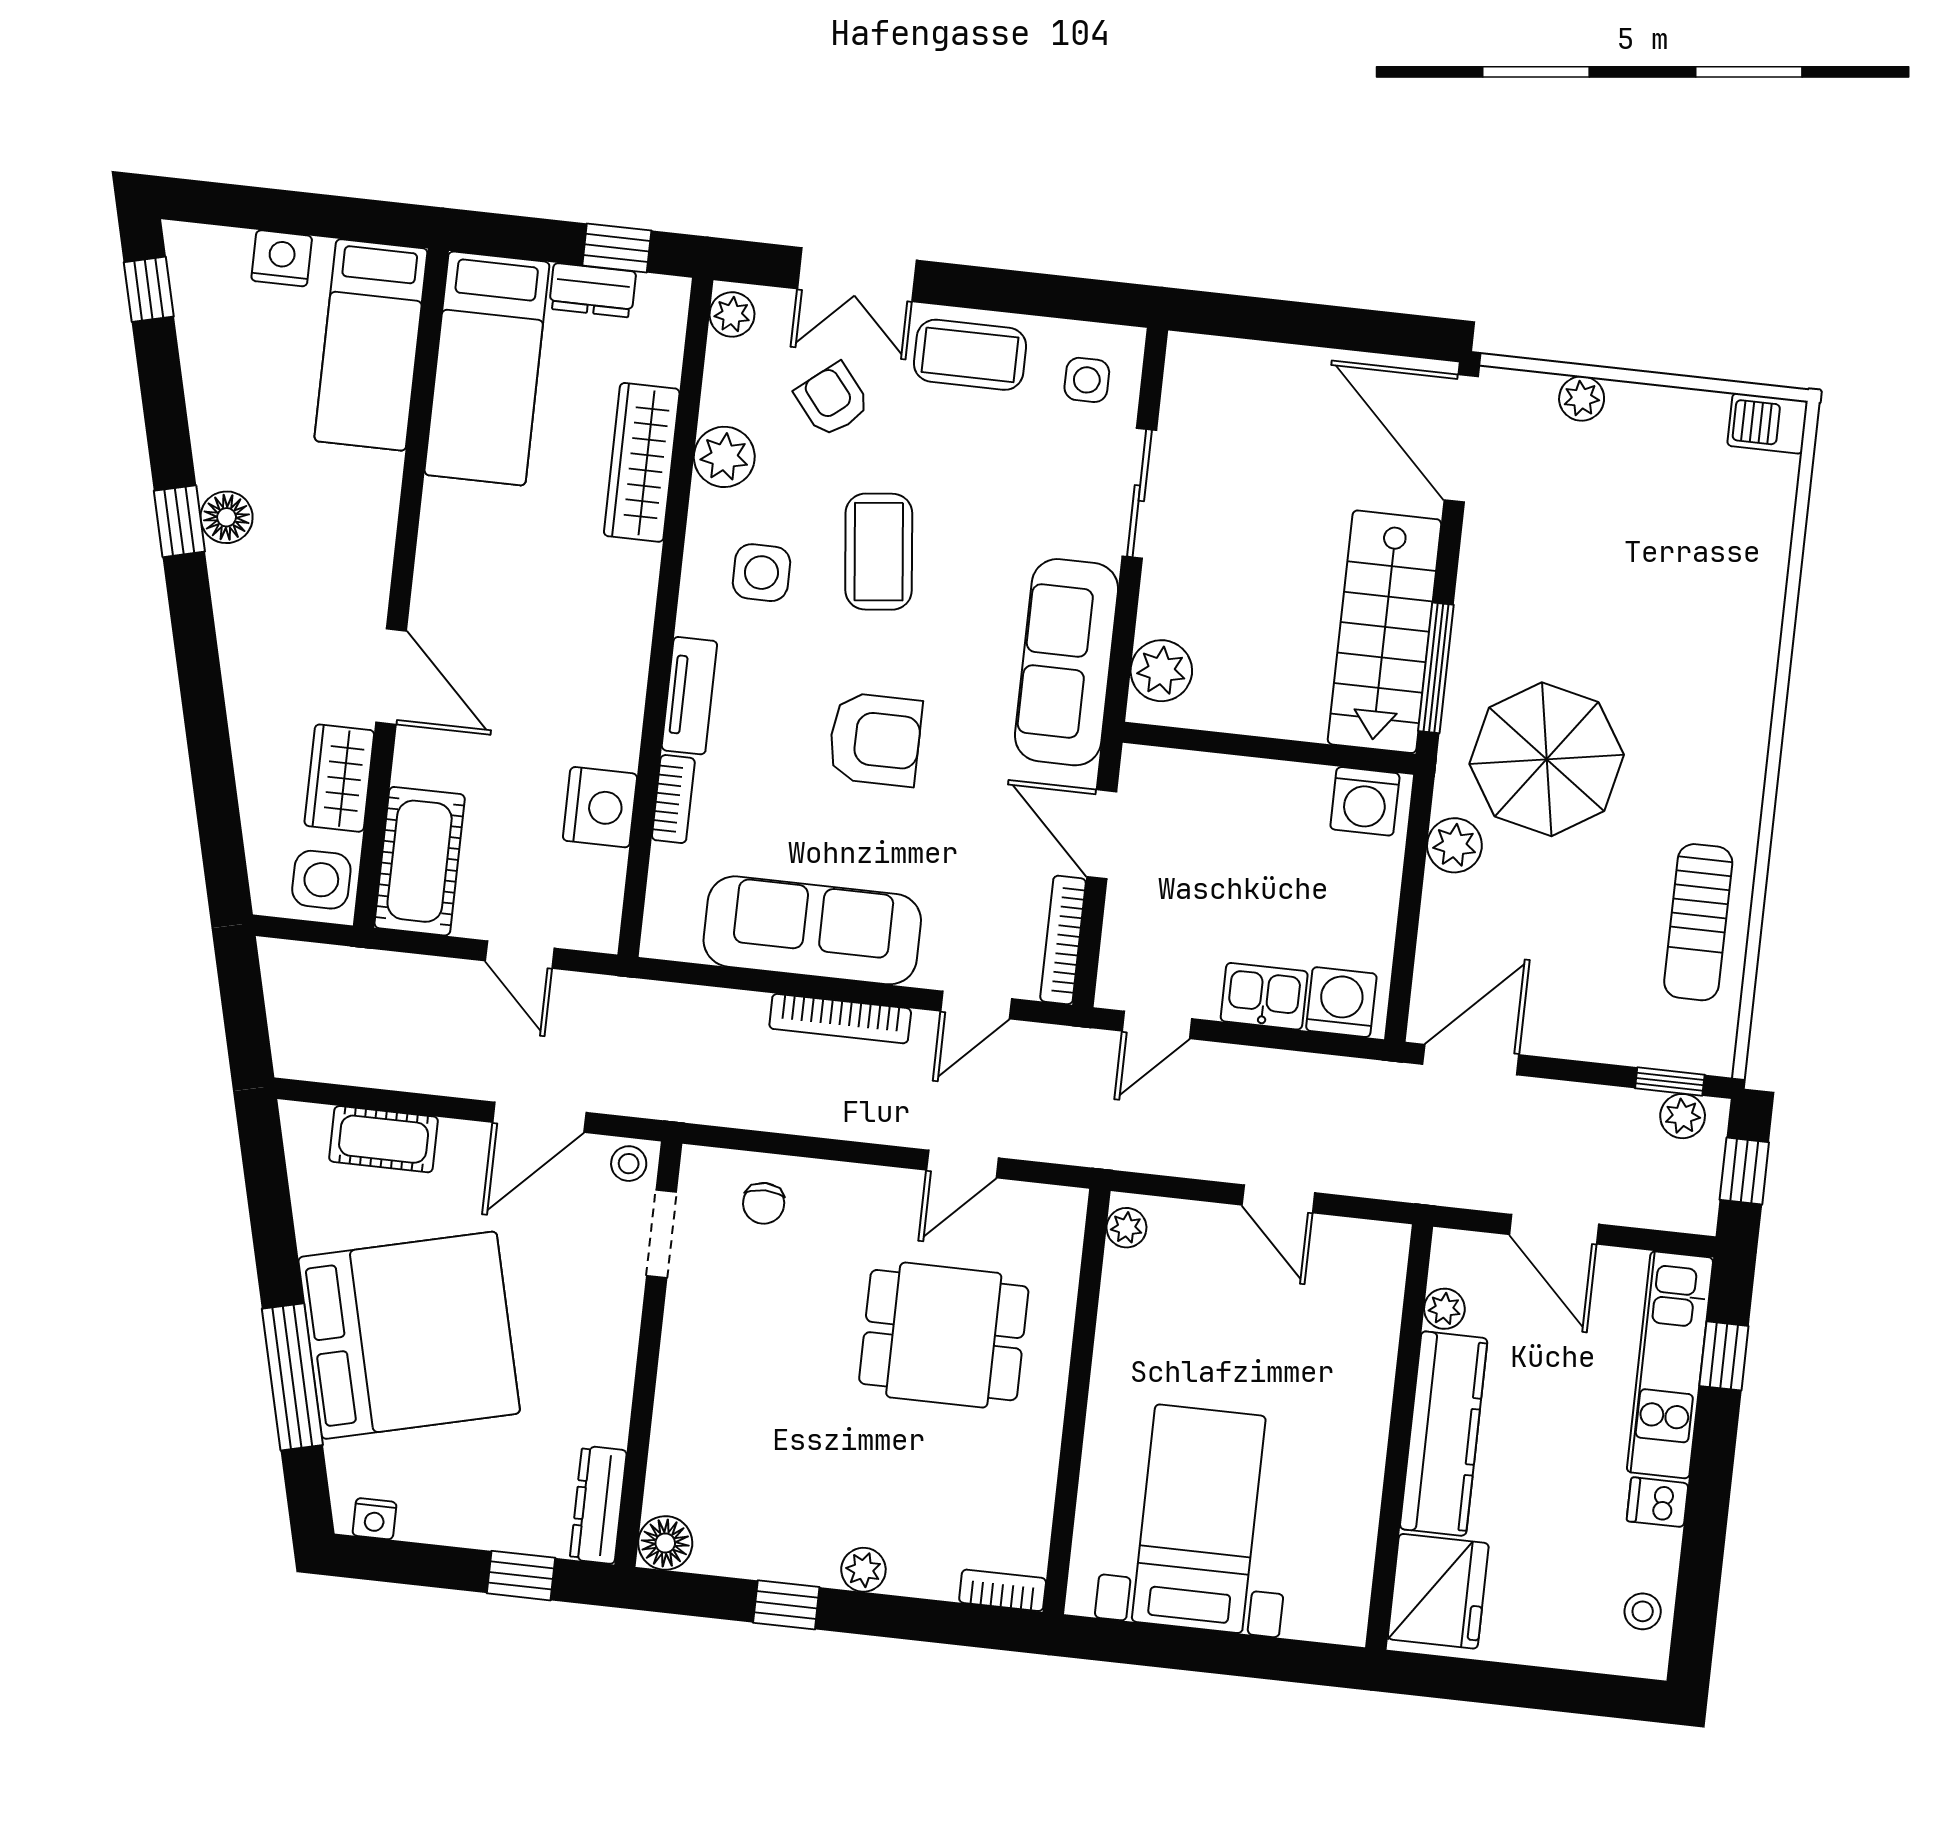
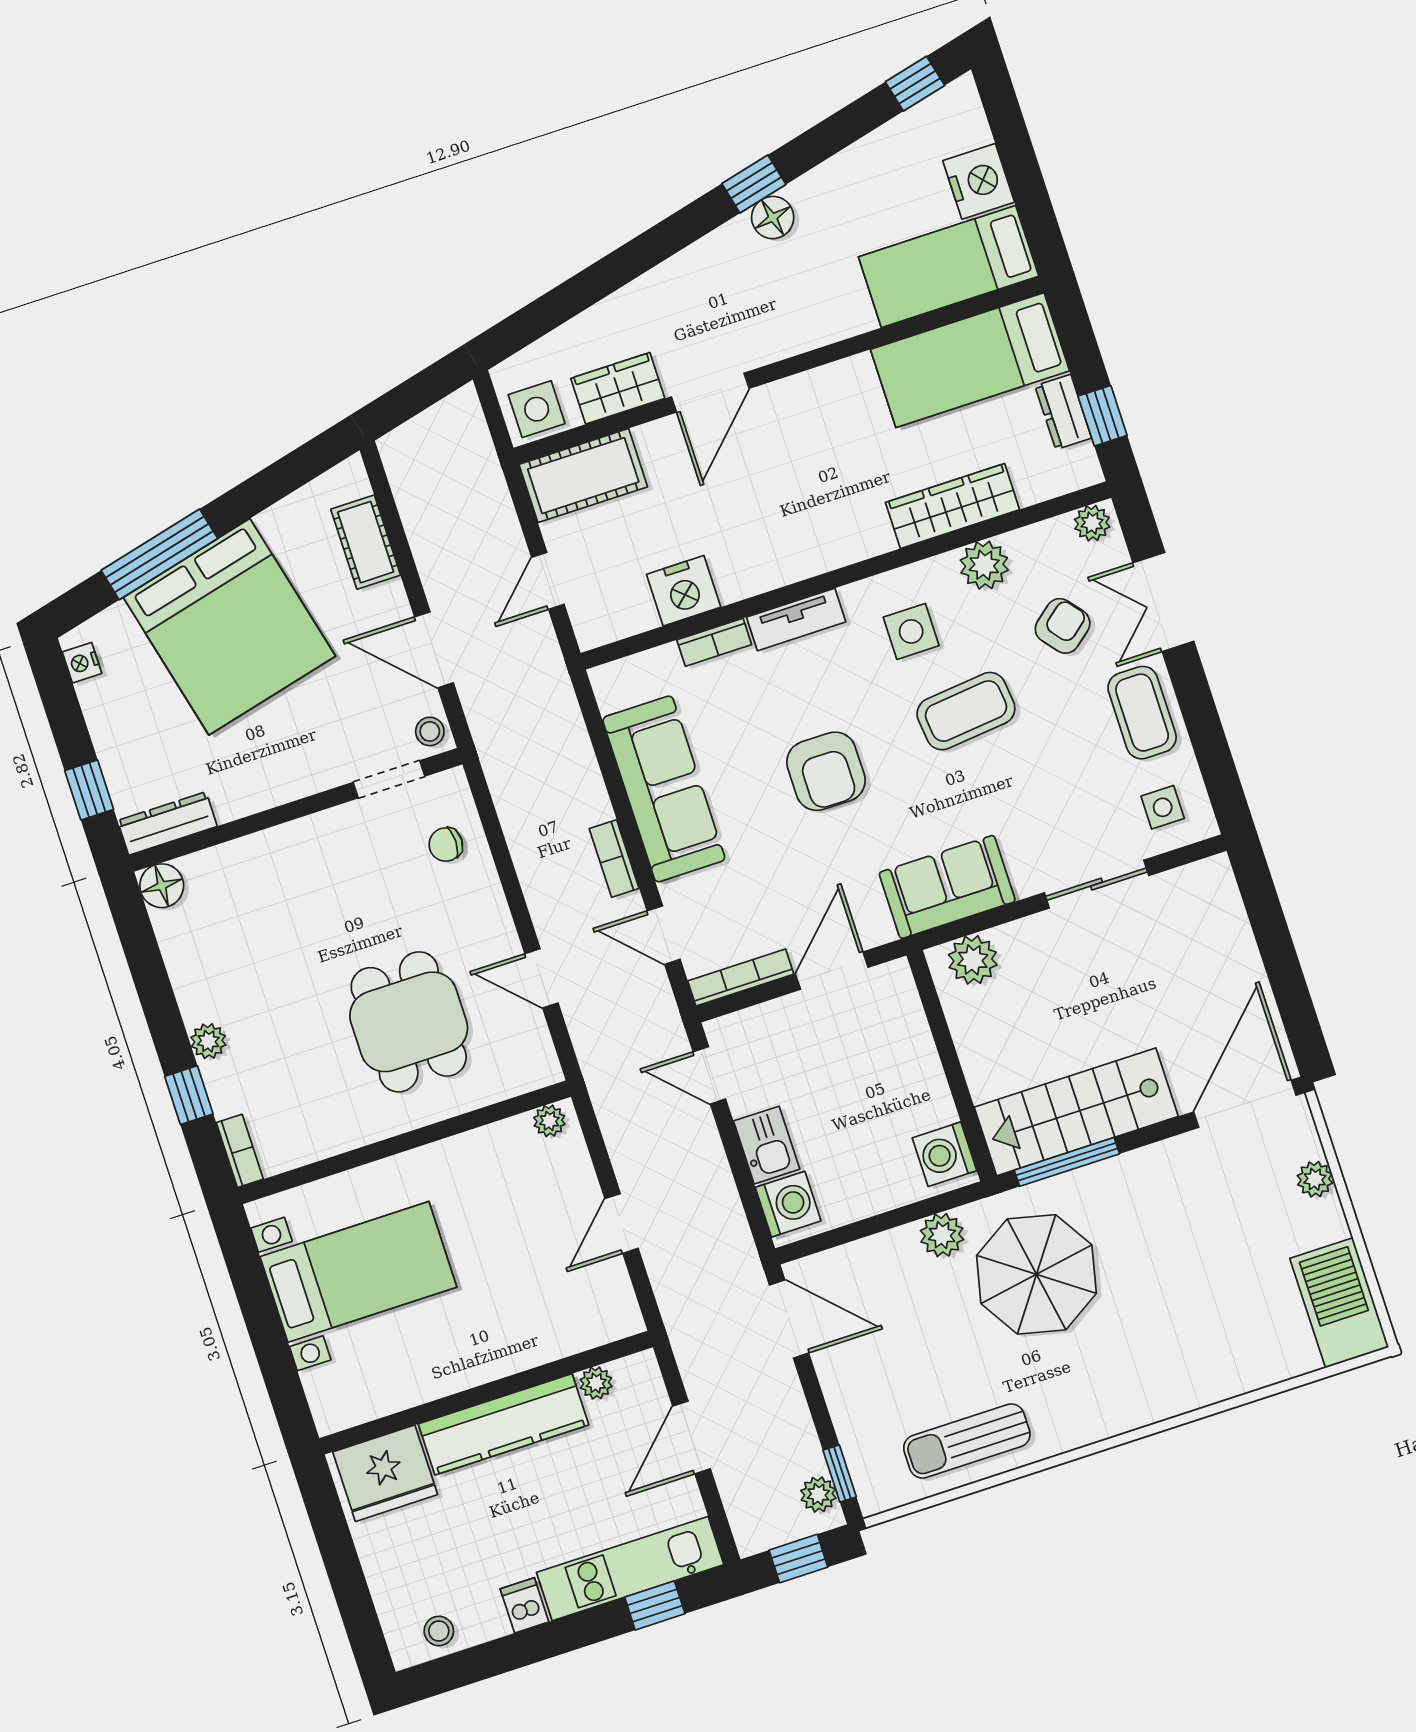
nightstand: (282, 258) -> (979, 181), width x1.36, depth x1.33
barbecue: (1767, 423) -> (1339, 1303), width x1.88, depth x1.53
sofa: (1066, 662) -> (947, 887), width x0.73
bookcase: (840, 1019) -> (614, 858), width x0.64
window: (786, 1605) -> (189, 1095), moved

